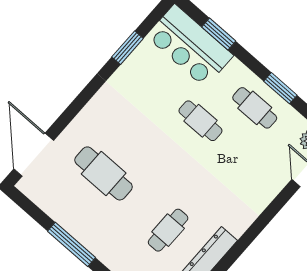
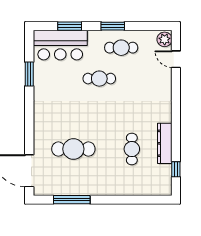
window: (280, 88) -> (113, 26), moved
window: (71, 244) -> (72, 200), moved

